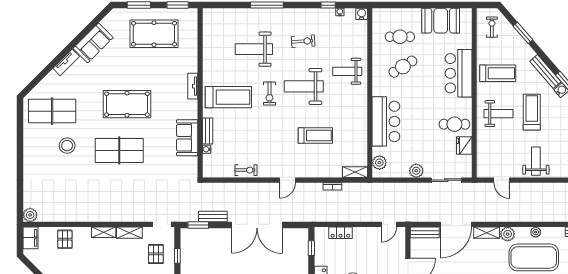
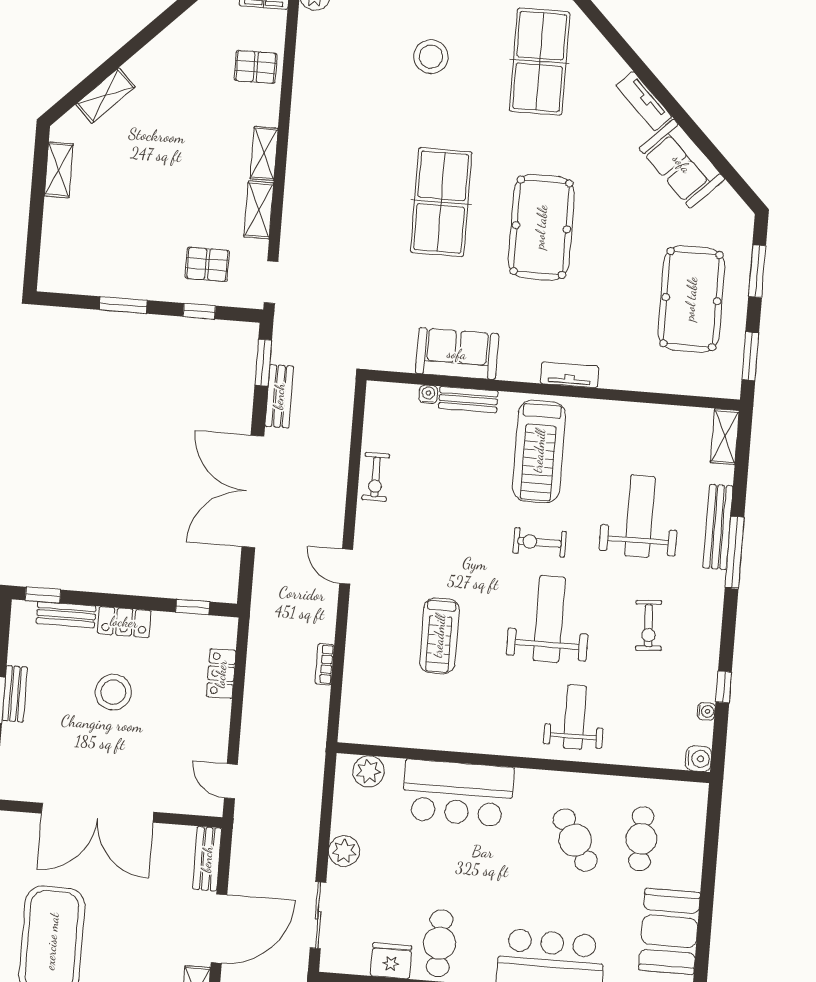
bench: (256, 13) -> (718, 527), added
stool: (67, 146) -> (431, 57), moved
shelving: (355, 172) -> (725, 437), moved
door: (456, 224) -> (219, 929), swing flipped

